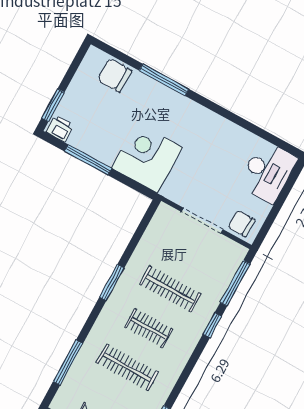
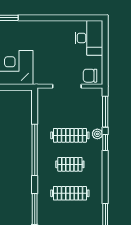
window: (112, 283) -> (35, 150), width x2.11
plant: (208, 308) -> (97, 134), added

